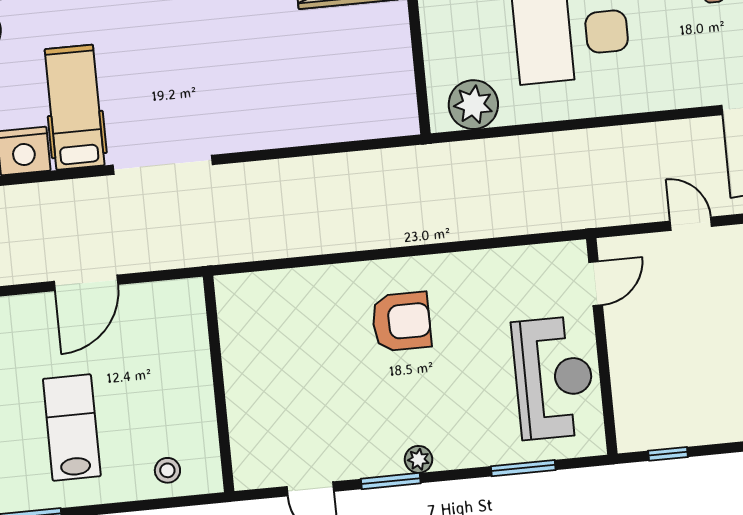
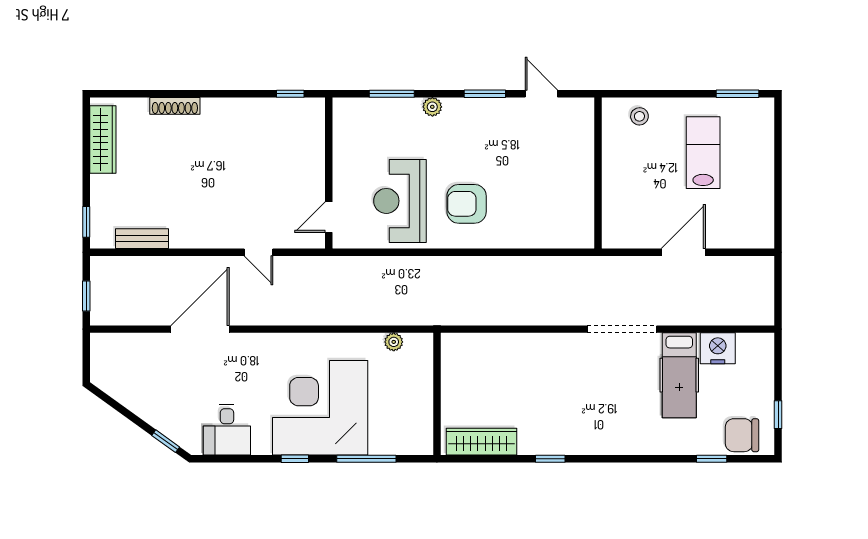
plant: (473, 105) -> (394, 342), width x0.53, depth x0.53
reception desk: (554, 378) -> (400, 201), moved
lab bench: (72, 428) -> (703, 153), turned 180
plant: (418, 459) -> (432, 107), moved

